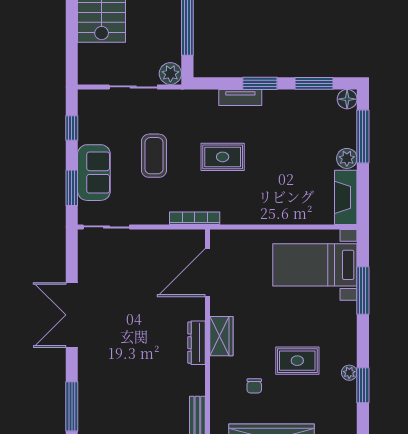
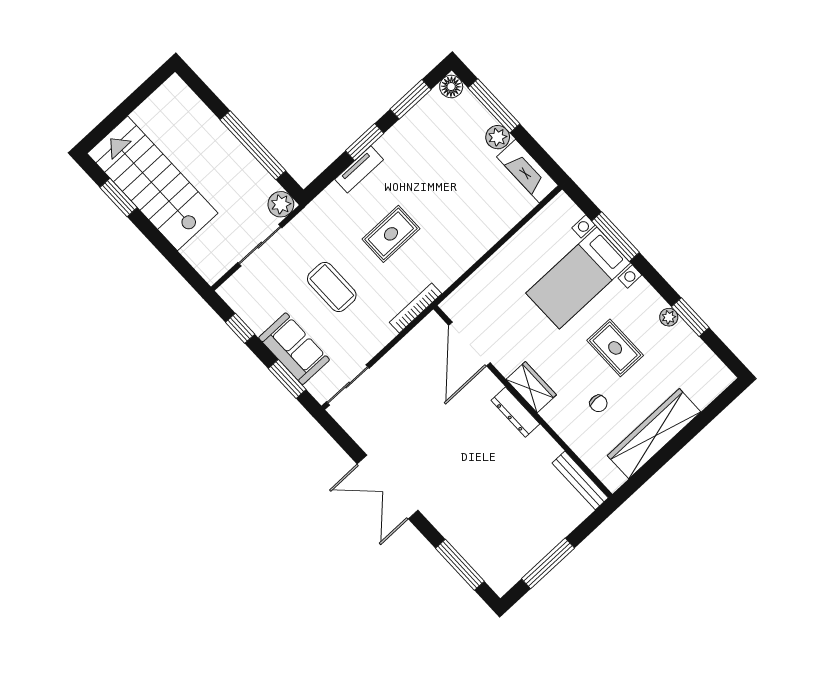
bed with nightstands: (315, 265) -> (578, 278), moved
rug: (297, 361) -> (615, 348), turned 90

